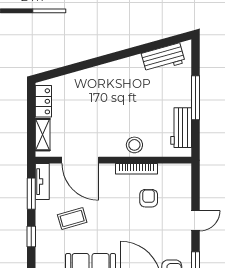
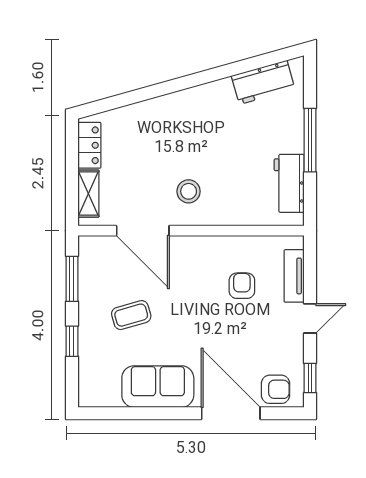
stool: (134, 145) -> (189, 191), moved
bookcase: (137, 169) -> (224, 243), removed
tv unit: (42, 182) -> (294, 276), moved, turned 180

